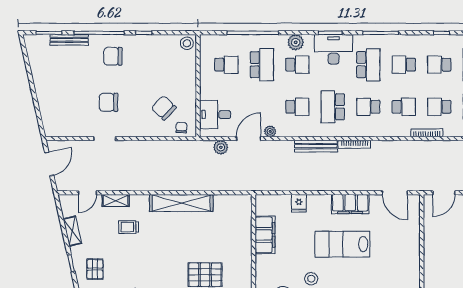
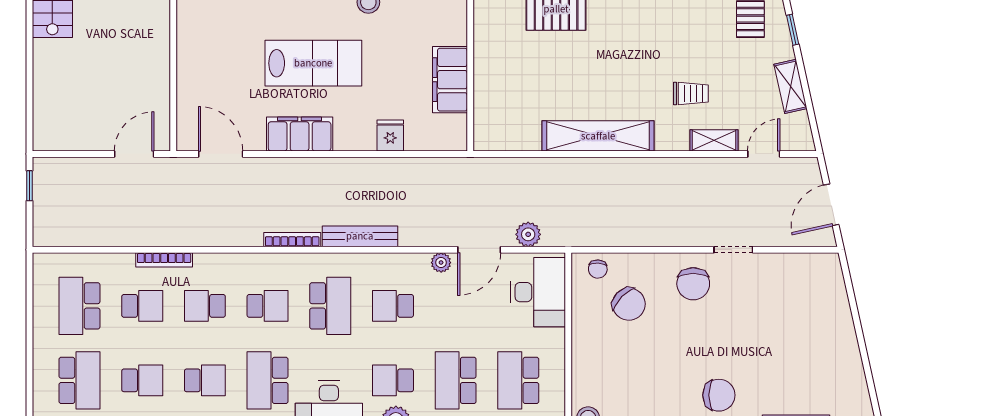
school desk: (226, 65) -> (518, 380), width x1.85
chair: (108, 102) -> (693, 284), moved, turned 90
desk: (215, 115) -> (538, 292), width x1.37

